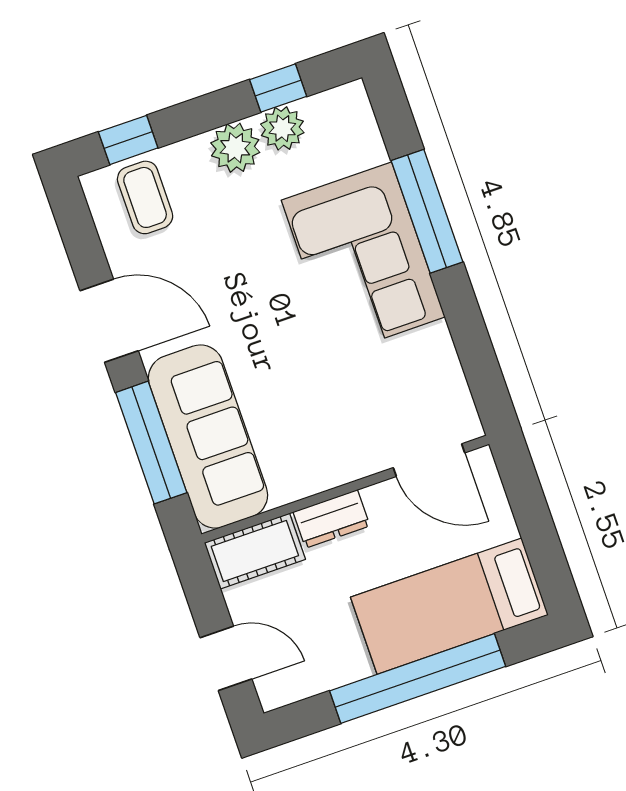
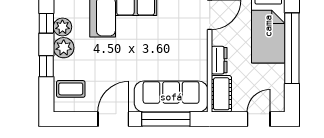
window: (128, 140) -> (46, 66), moved

